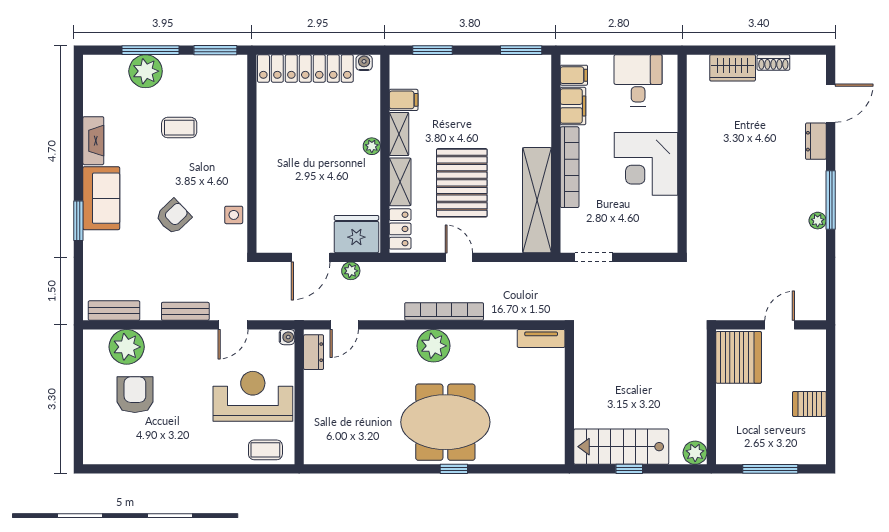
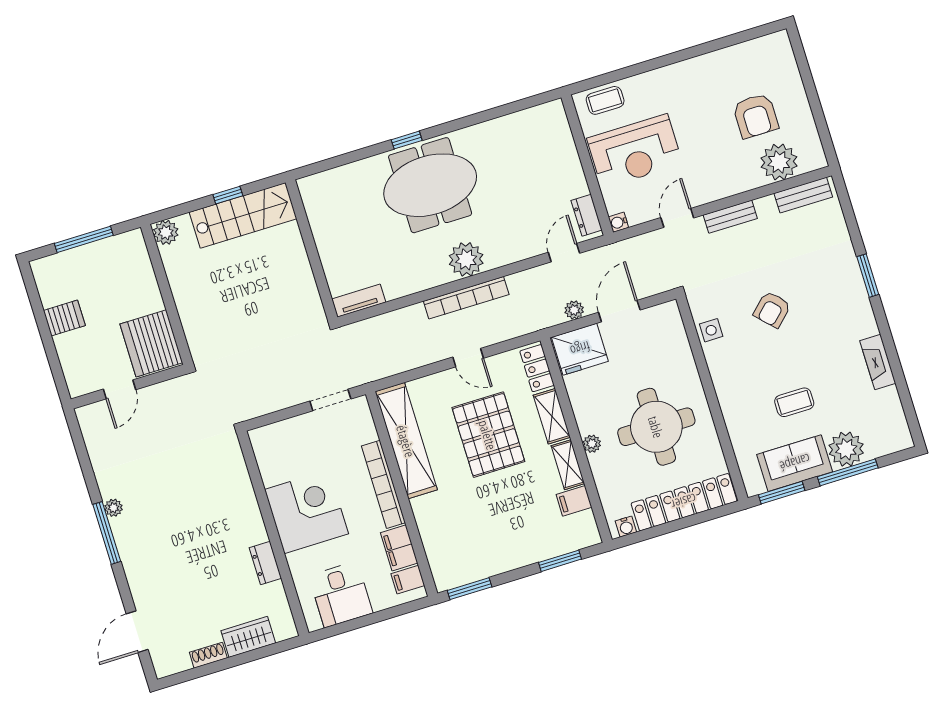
dresser: (816, 141) -> (265, 563), moved, turned 180
round table: (309, 144) -> (656, 427), added
sofa: (101, 198) -> (795, 463), moved, turned 90

